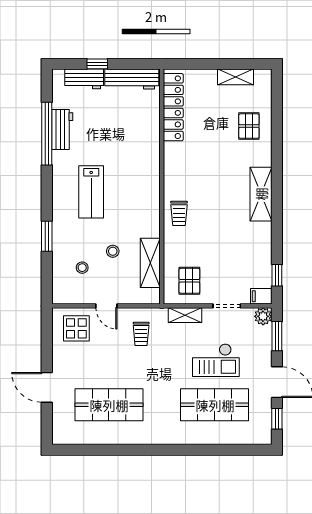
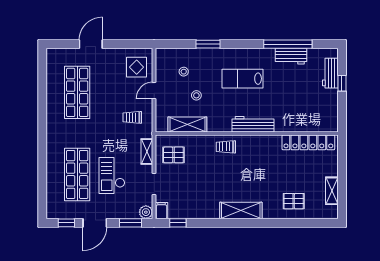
workbench: (132, 79) -> (253, 124), moved, turned 90

